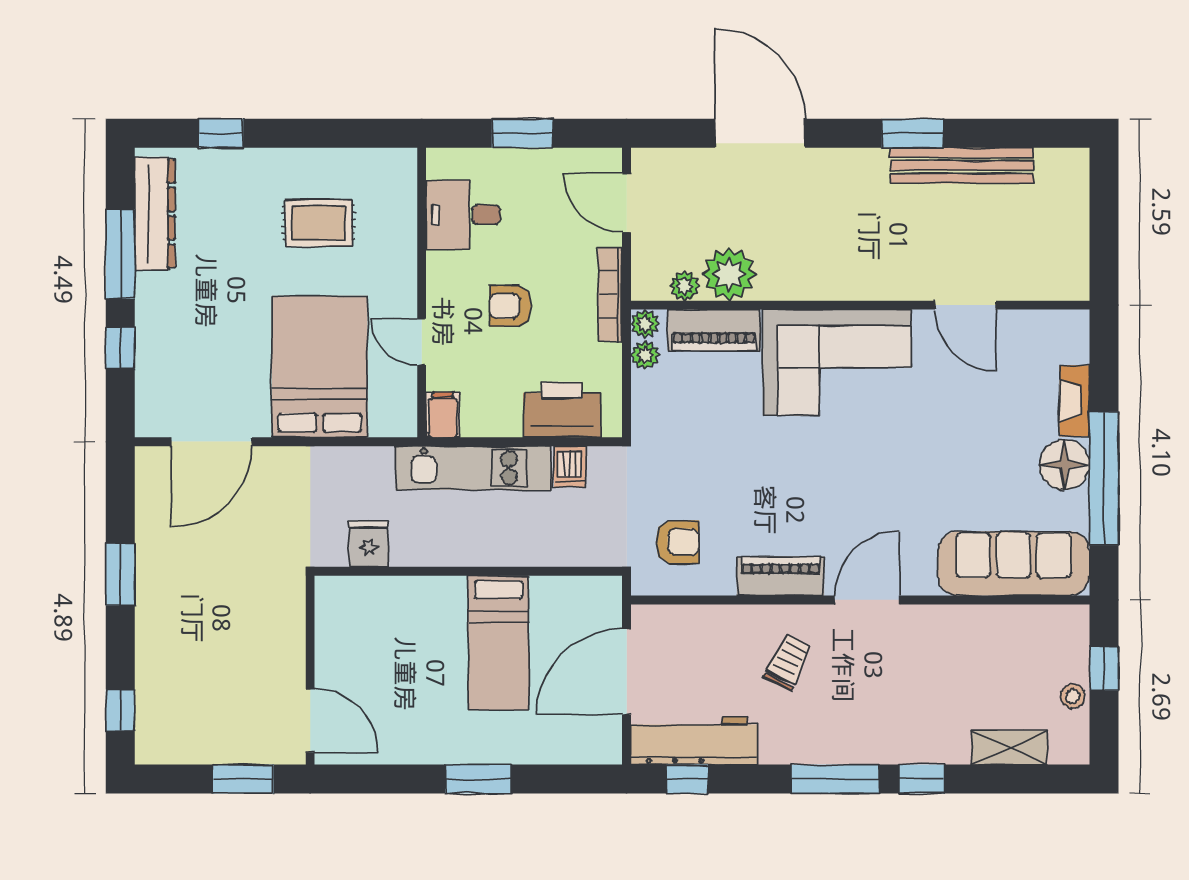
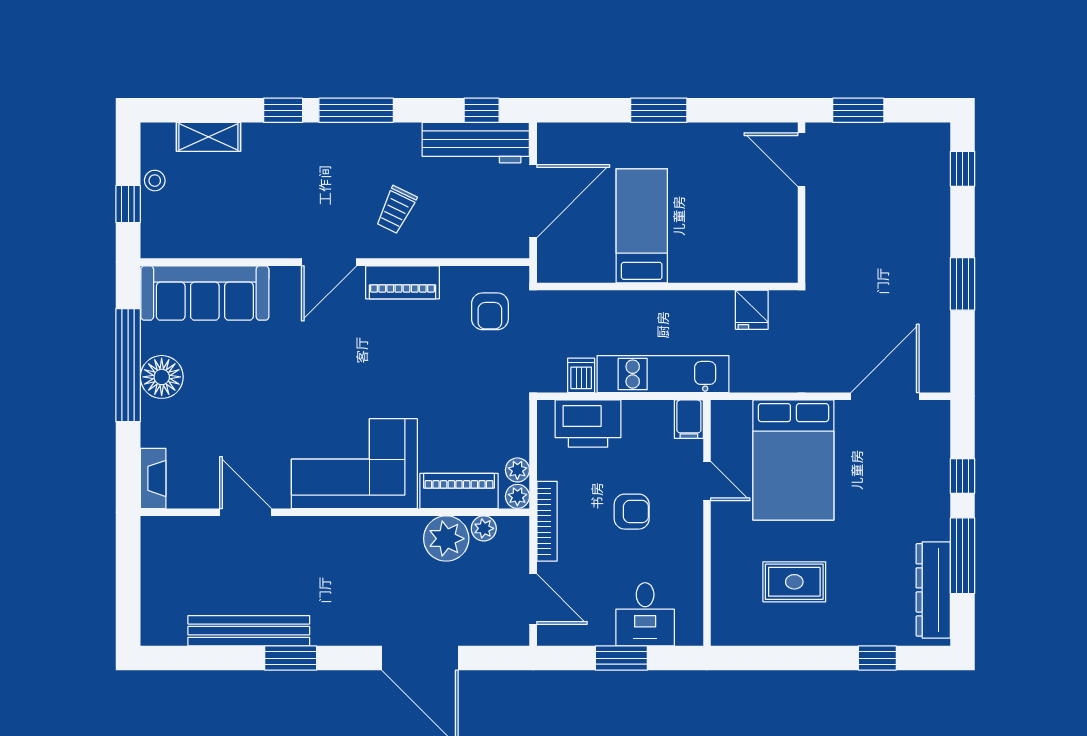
desk: (463, 215) -> (645, 614), moved, turned 90
fireplace: (1074, 401) -> (153, 478), moved
armchair: (677, 542) -> (490, 311), turned -90

